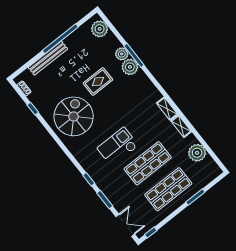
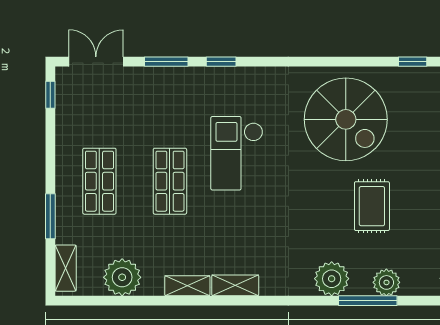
plant: (130, 67) -> (332, 279), moved
checkout: (118, 147) -> (237, 153), turned 180
shop shelf: (148, 163) -> (170, 181), width x0.70, depth x0.74
shelving: (210, 176) -> (66, 268), added
shop shelf: (168, 189) -> (99, 181), width x0.70, depth x0.74
double door: (125, 225) -> (96, 62), swing flipped

